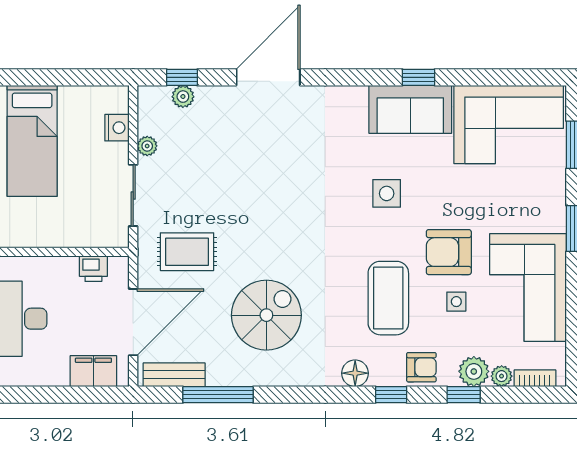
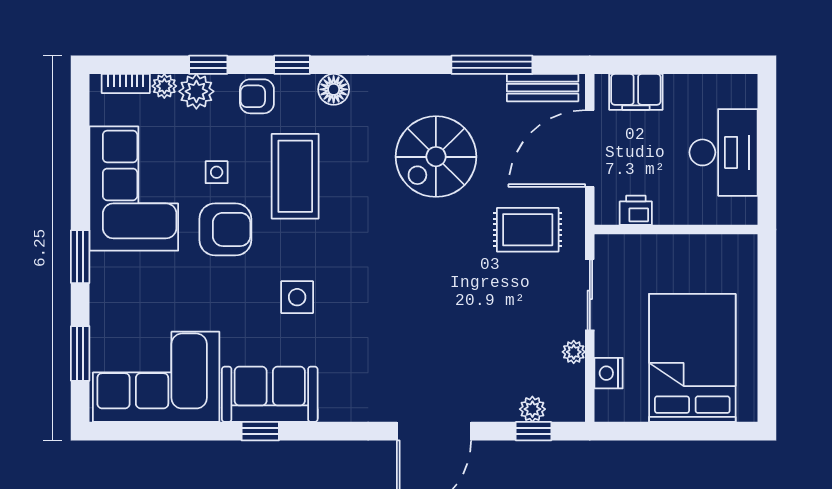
bed: (32, 141) -> (692, 358), width x1.50

